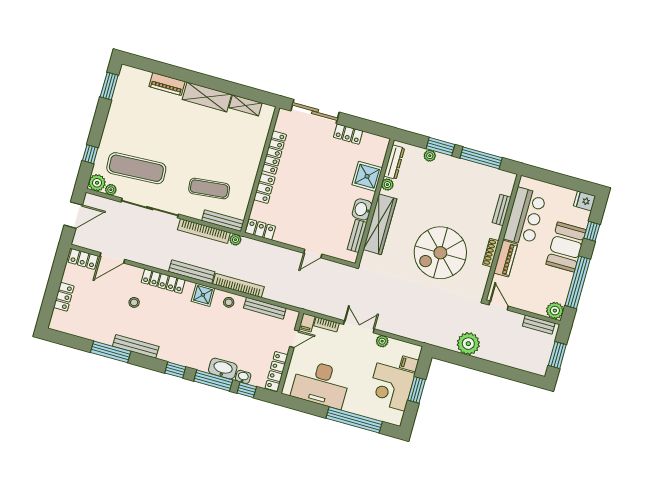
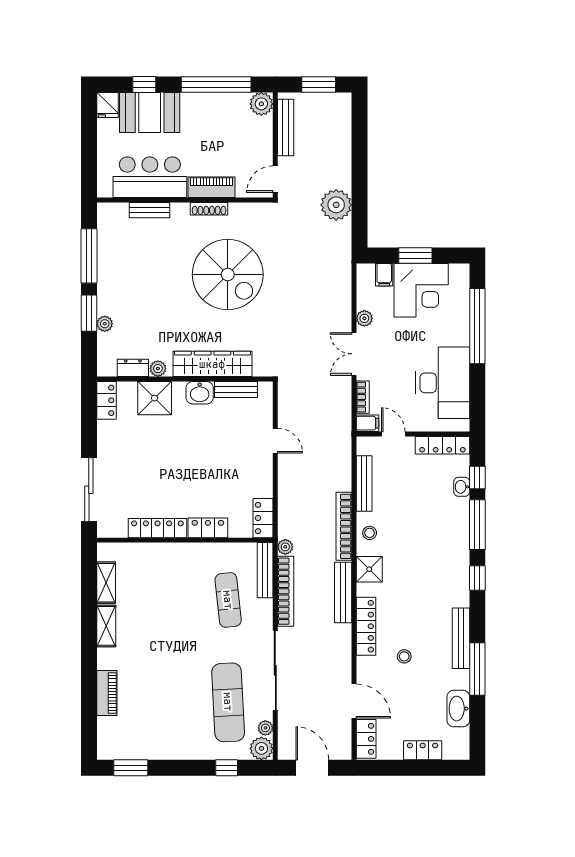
shelving: (207, 97) -> (106, 626), width x0.67, depth x0.75
locker: (348, 134) -> (106, 400), moved
dresser: (394, 162) -> (133, 368), width x0.70
booth: (566, 247) -> (150, 112), moved
bench: (539, 325) -> (286, 127), width x1.36
washbasin: (223, 369) -> (458, 709), moved

